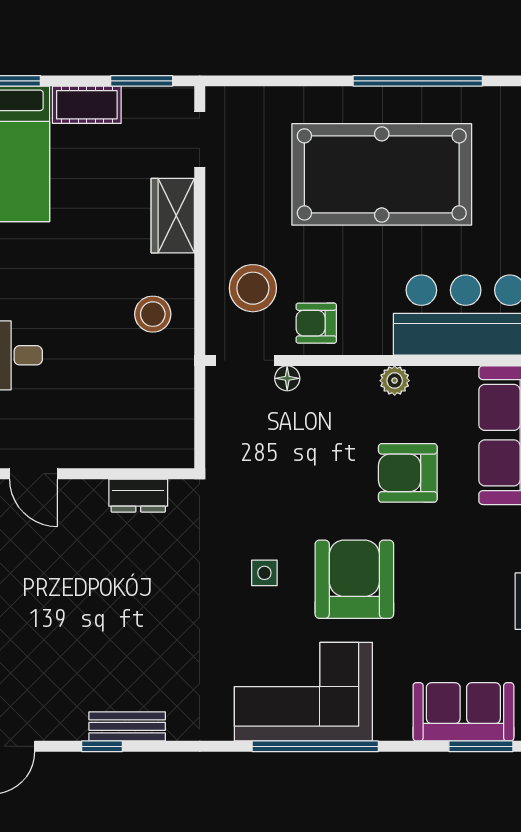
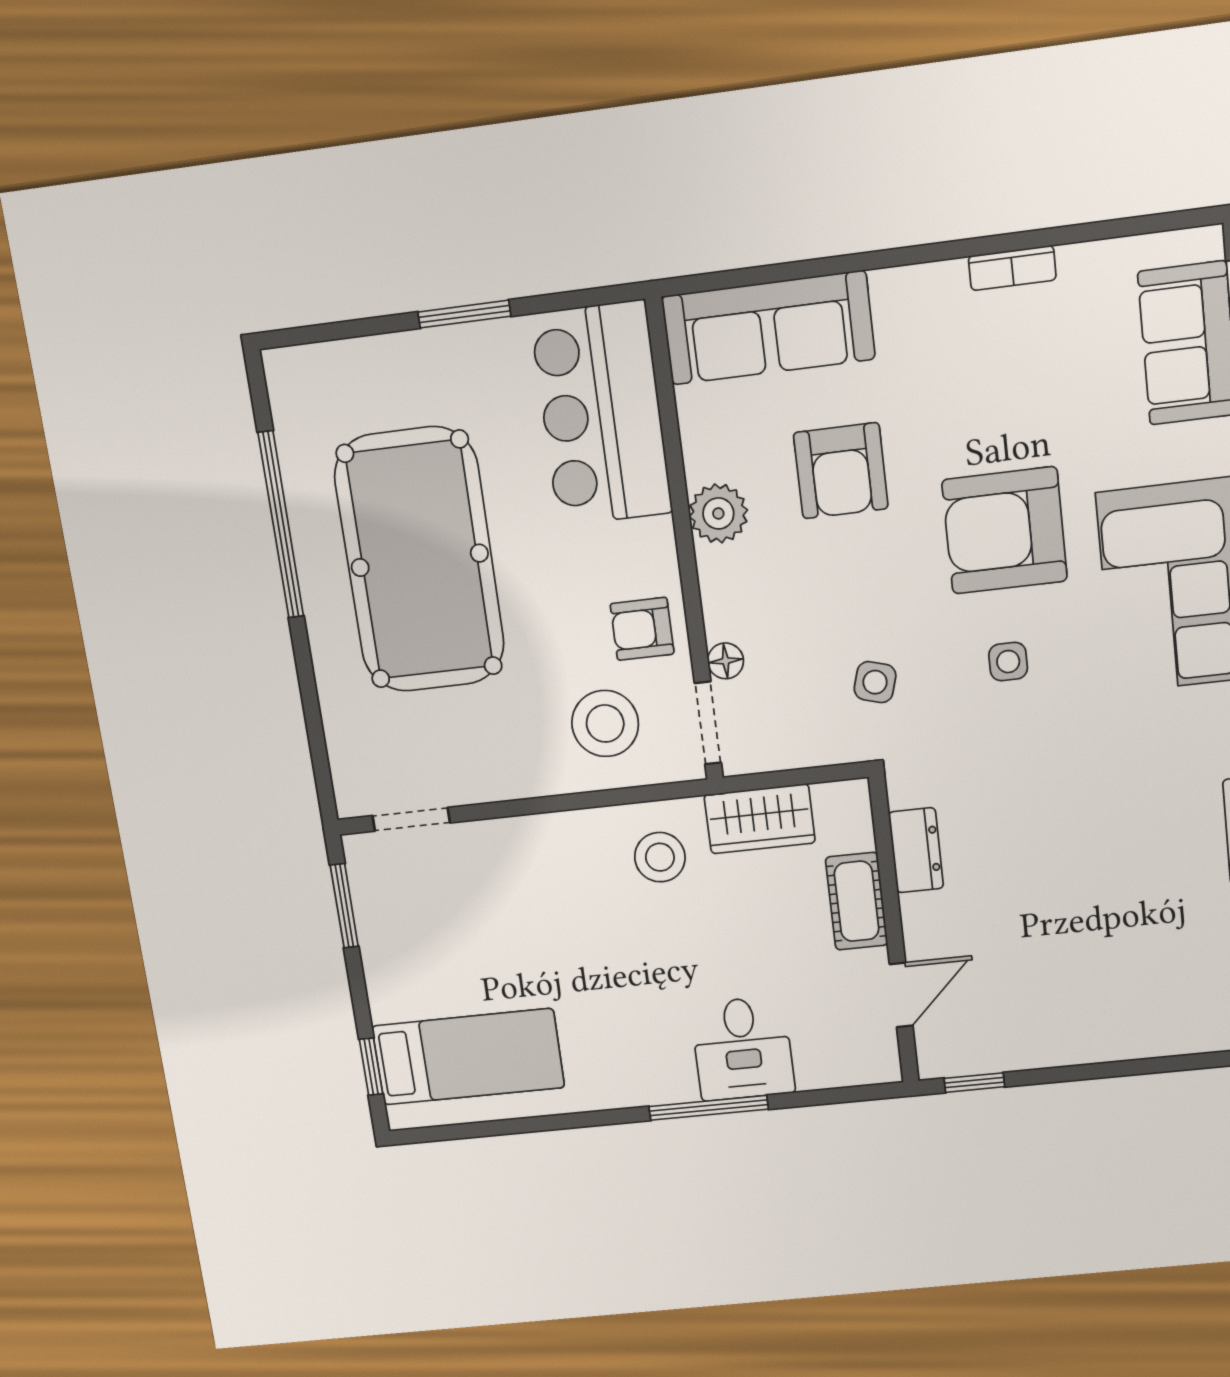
cot: (87, 105) -> (857, 901), moved
wardrobe: (173, 216) -> (760, 819), moved
armchair: (316, 323) -> (642, 629), turned 90
plant: (395, 381) -> (718, 513), width x1.38, depth x1.38
side table: (261, 480) -> (875, 682), added

